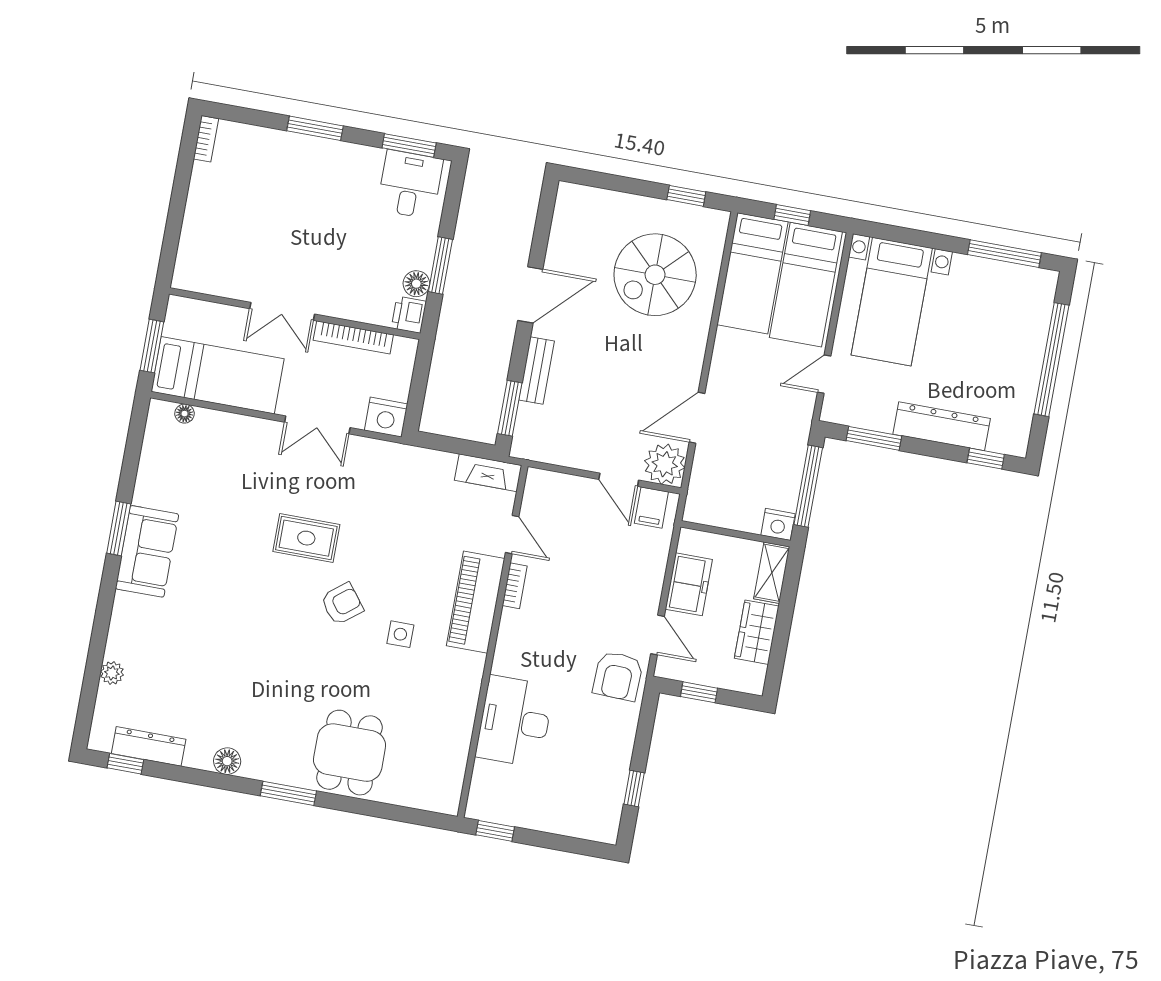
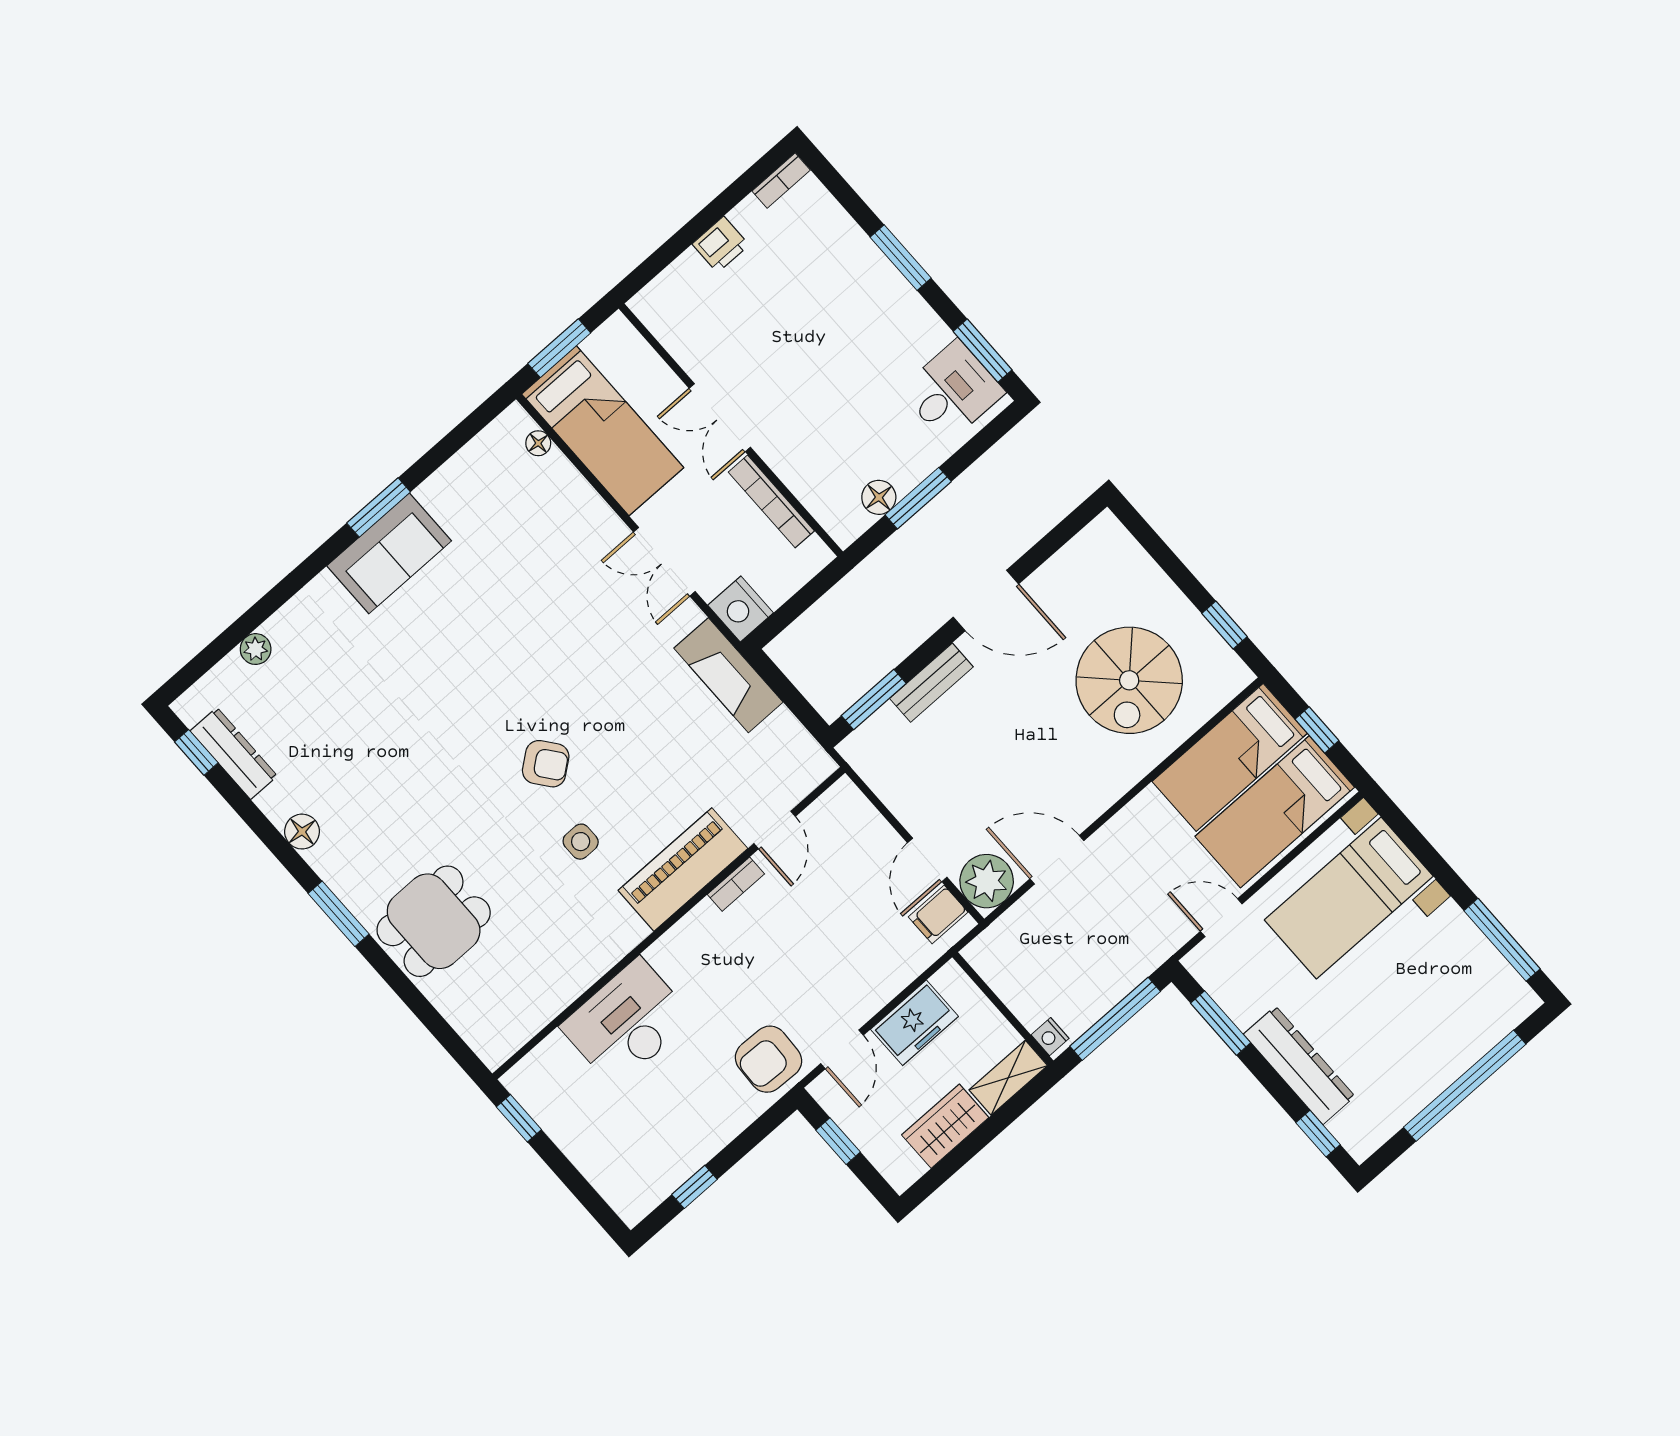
spiral stairs: (655, 275) -> (1129, 680), turned -90
printer: (409, 315) -> (721, 244), moved, turned 180
fireplace: (488, 473) -> (728, 675), moved, width x1.37, depth x1.32
nightstand: (778, 524) -> (1050, 1037), width x0.72, depth x0.74
rug: (306, 538) -> (562, 668), removed

